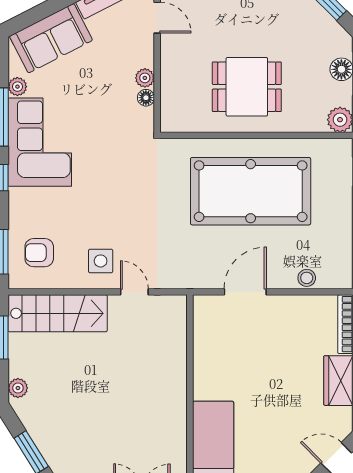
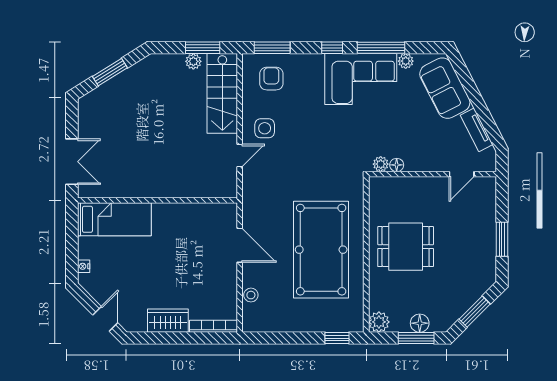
plant: (145, 78) -> (381, 164), moved
dining table: (247, 87) -> (406, 247), turned 90
plant: (18, 388) -> (193, 61), moved

